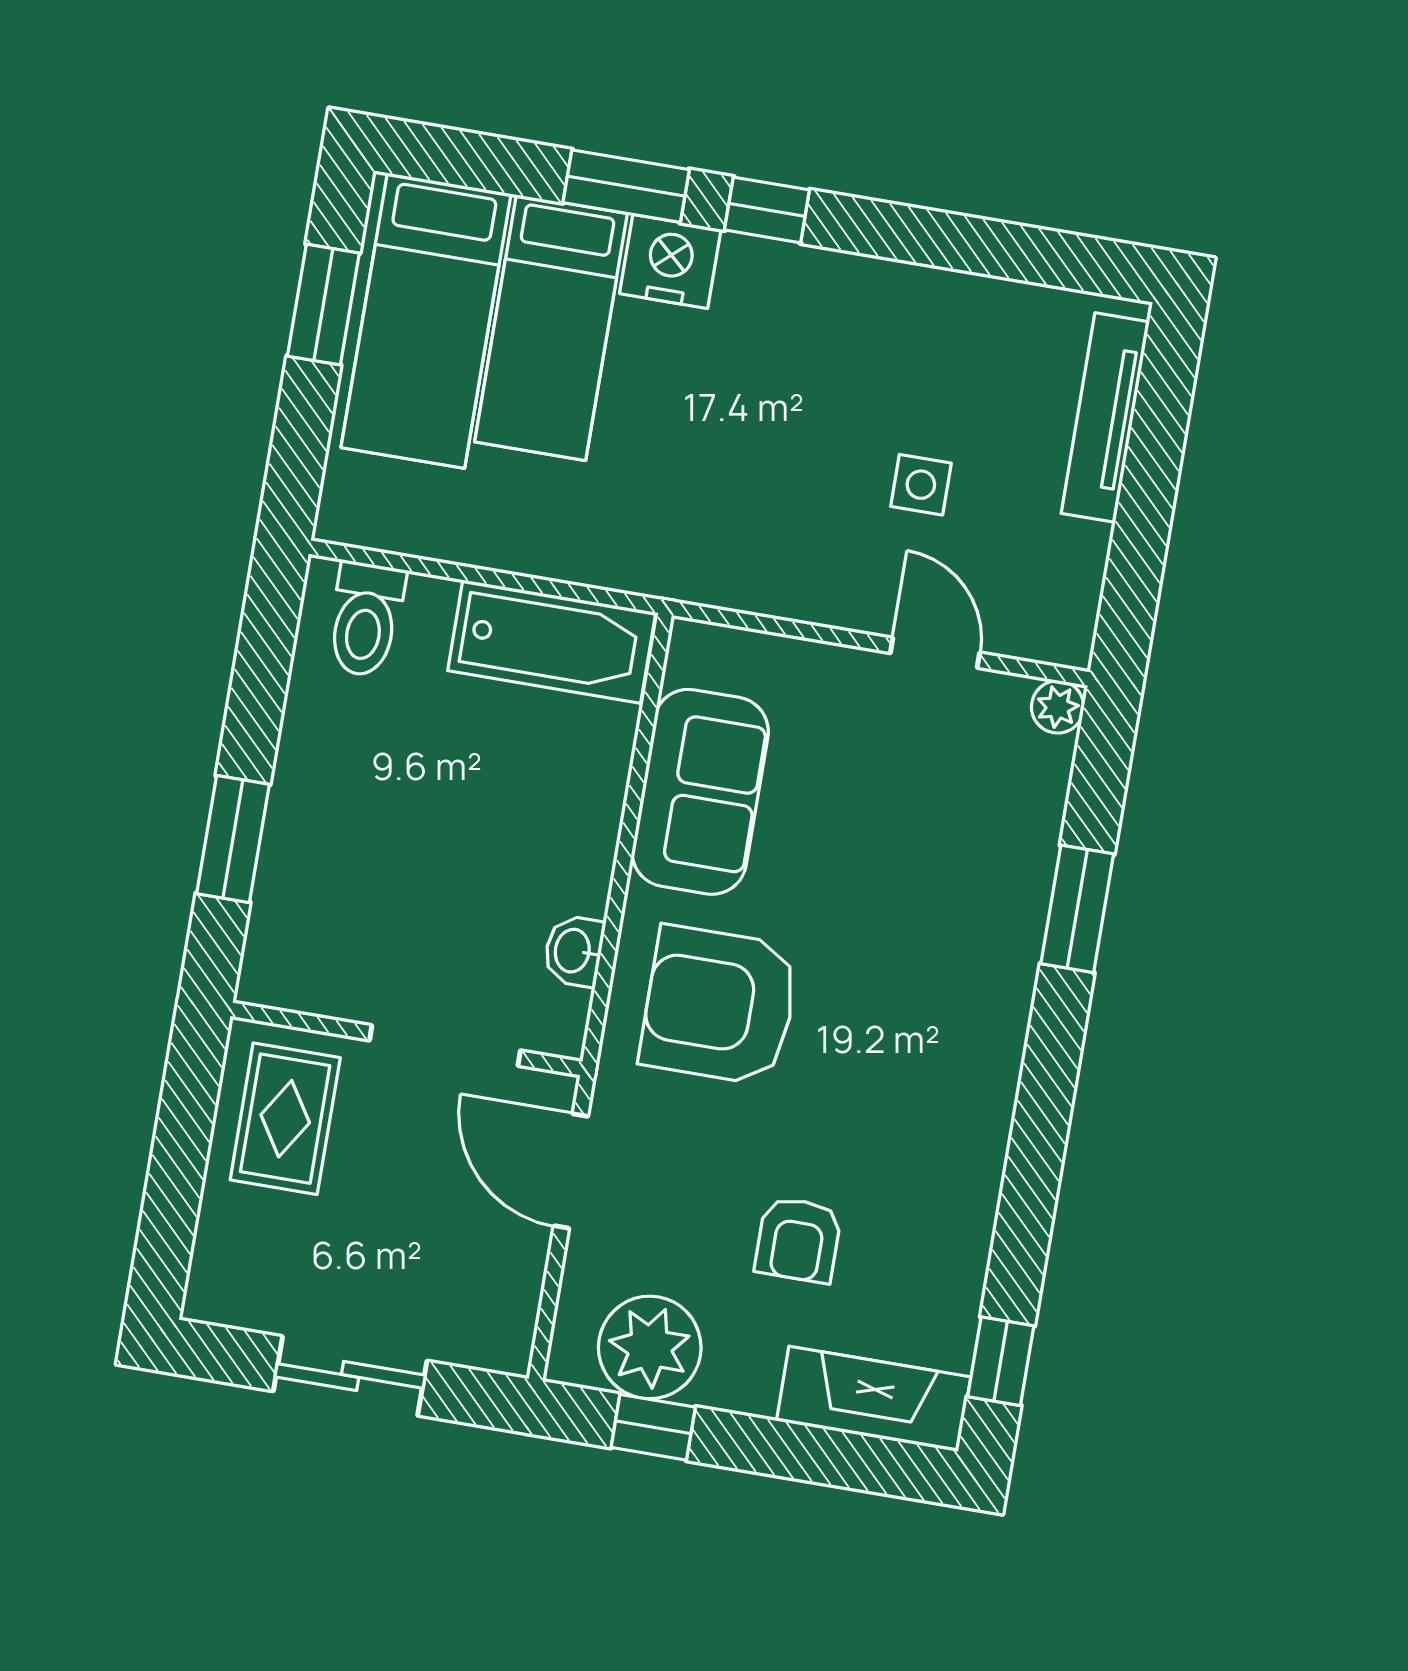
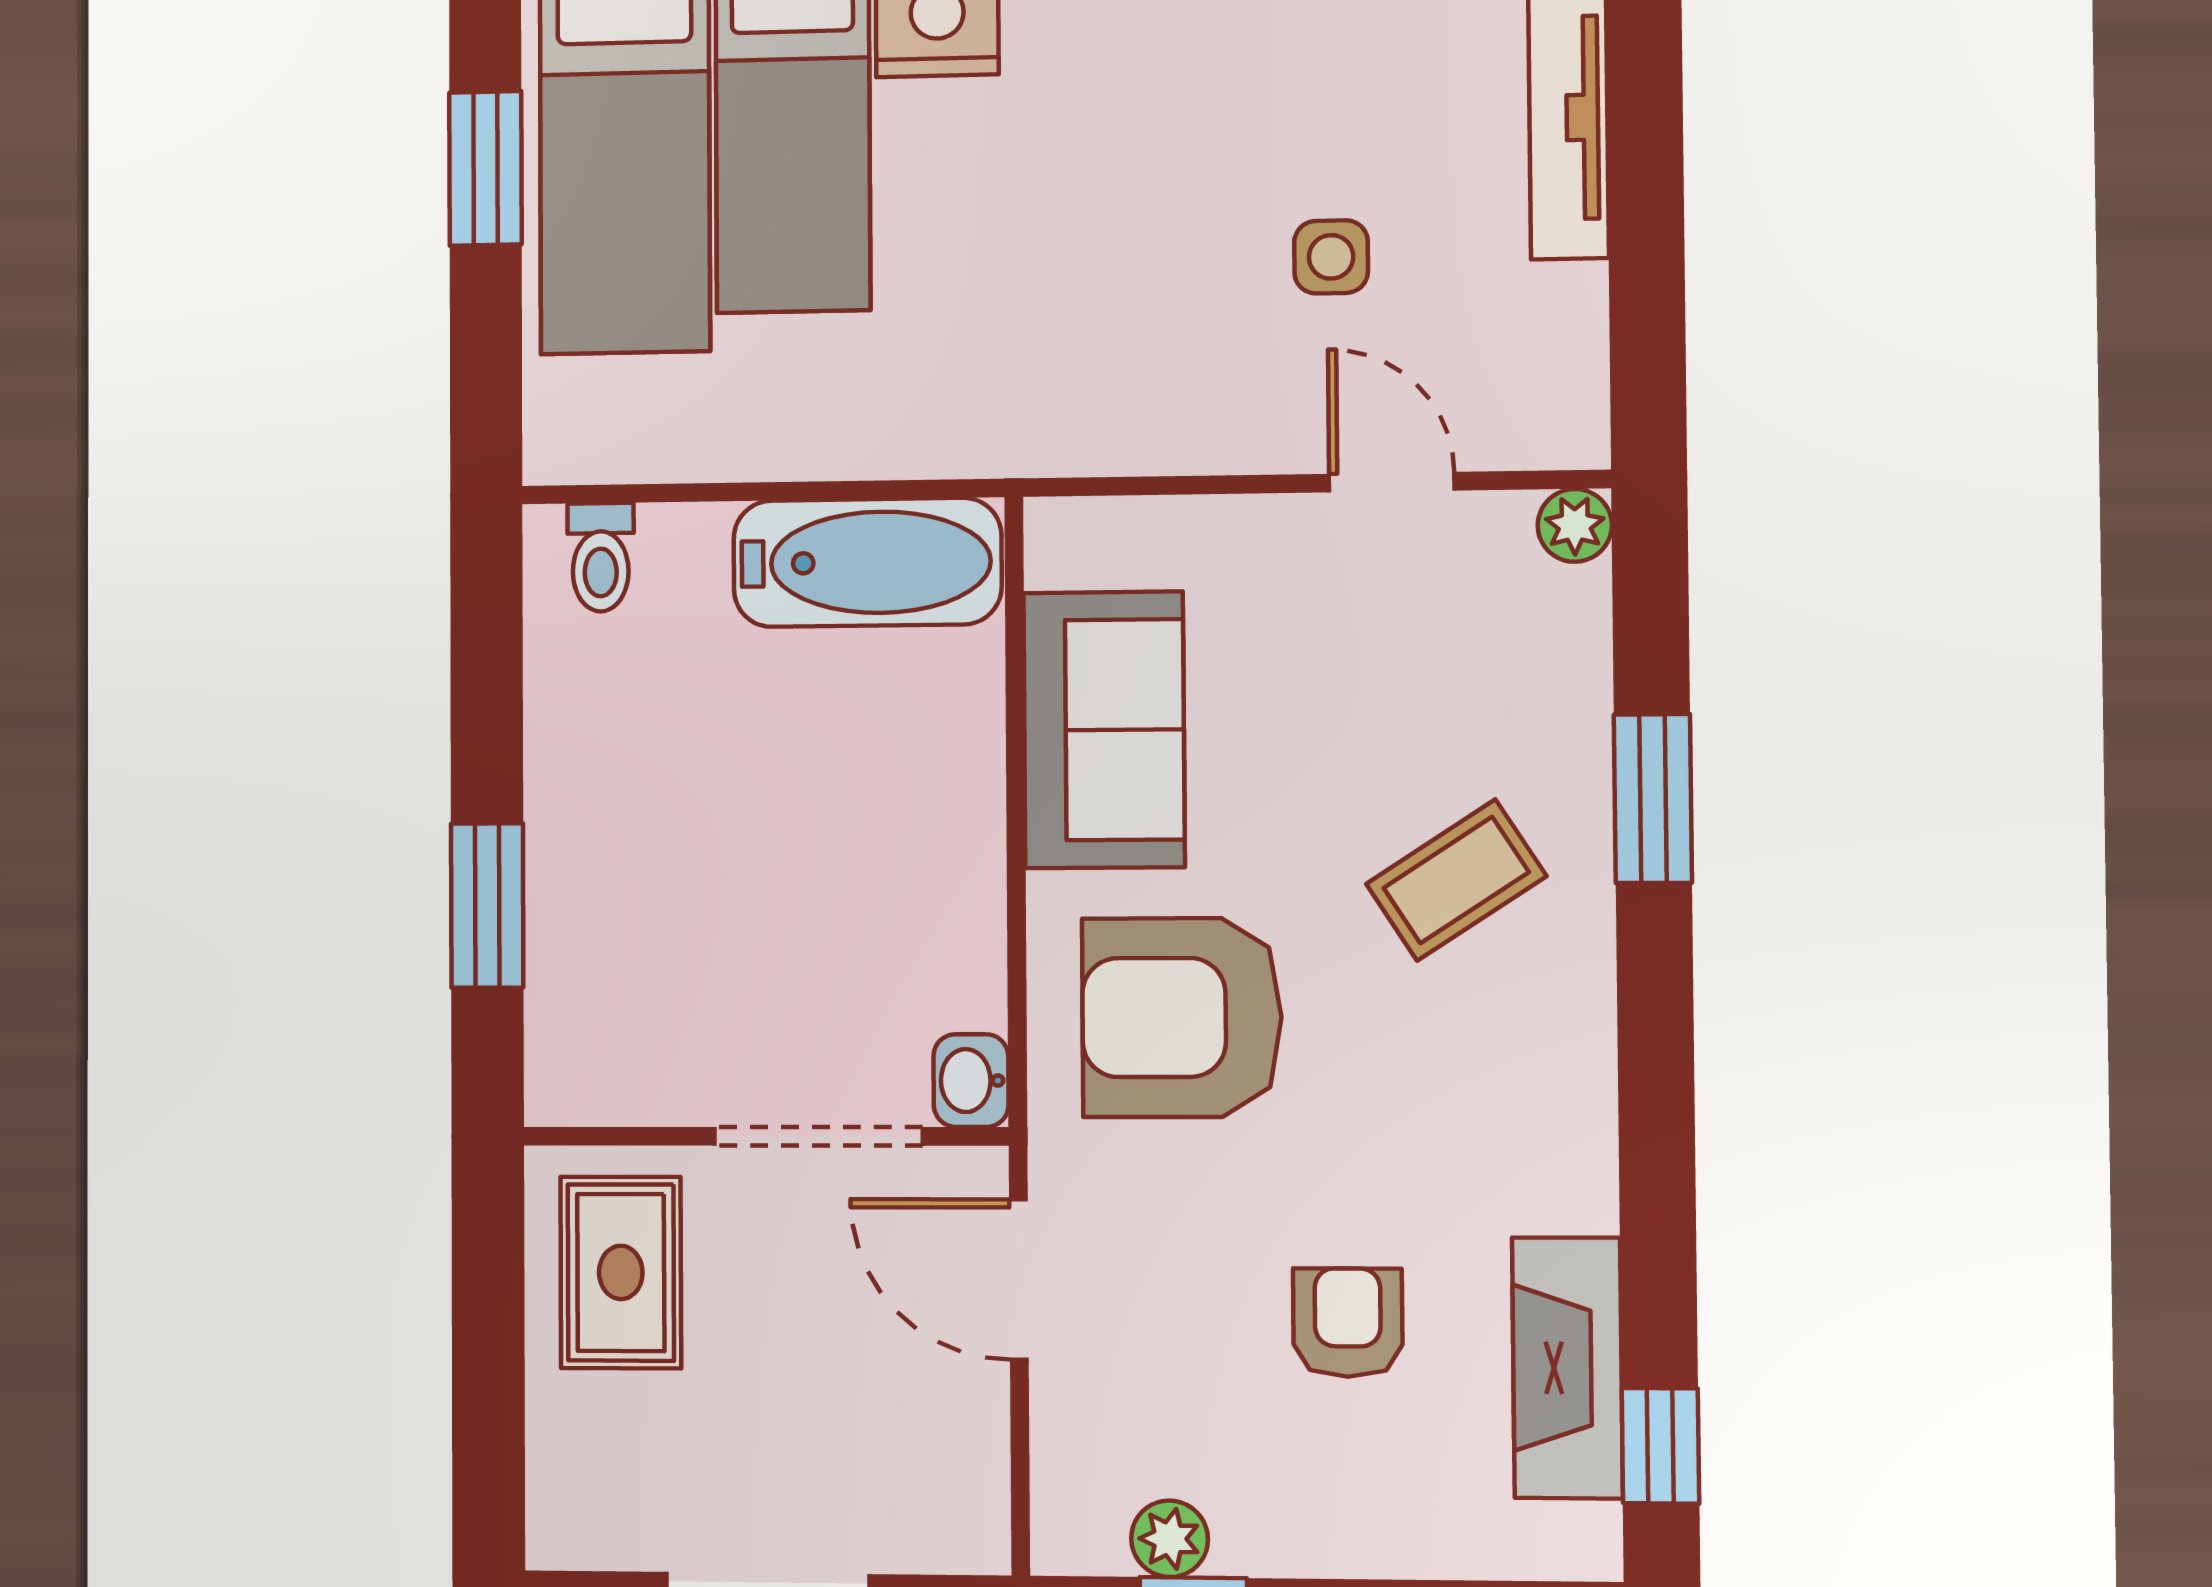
toilet: (366, 619) -> (601, 557), width x0.73, depth x0.72
coffee table: (930, 942) -> (1456, 880), added
washbasin: (574, 951) -> (971, 1081), moved
armchair: (798, 1240) -> (1348, 1323), turned 180
plant: (650, 1347) -> (1170, 1539), width x0.53, depth x0.53
fireplace: (874, 1399) -> (1567, 1368), moved, turned -90

